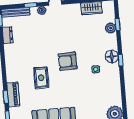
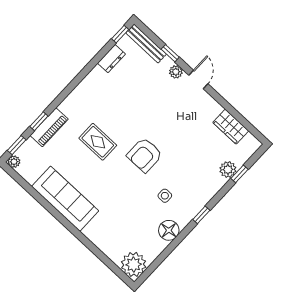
floor lamp: (112, 56) -> (169, 230), moved
armchair: (68, 61) -> (145, 155), turned -88
rug: (41, 78) -> (98, 142), turned 90

